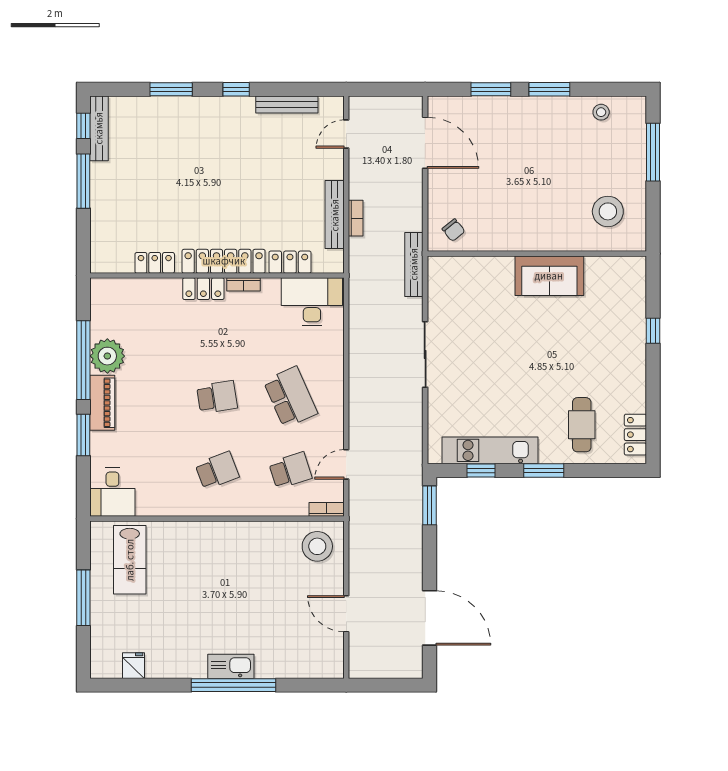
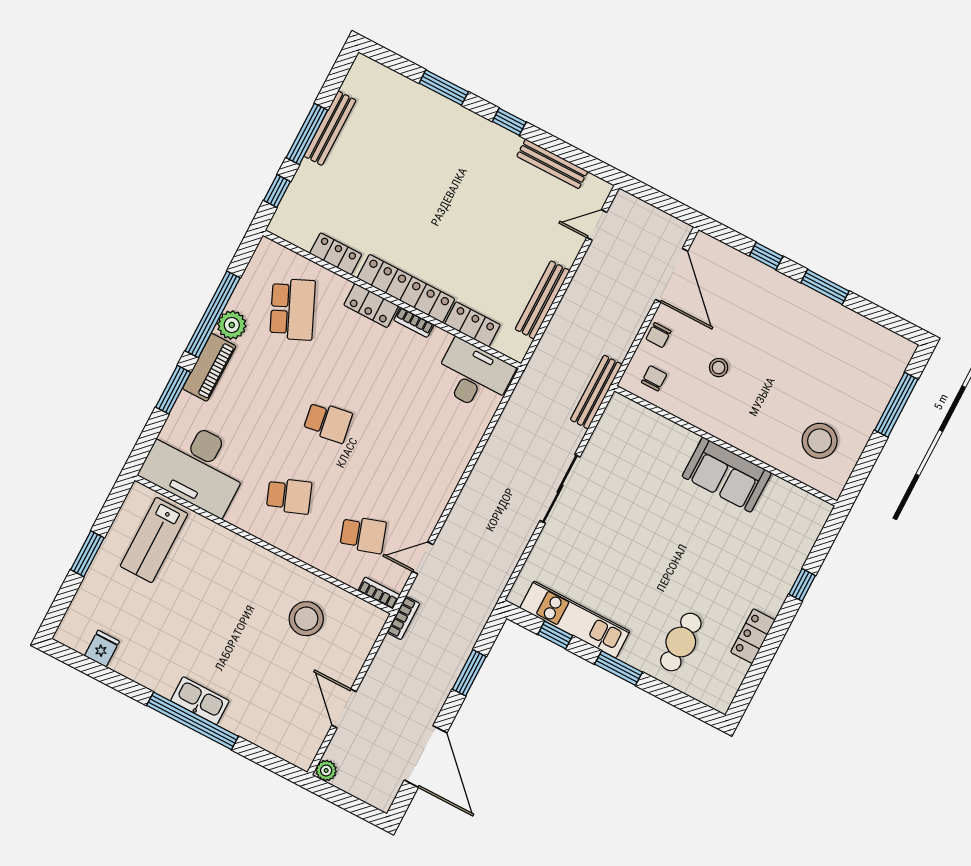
window: (491, 89) -> (766, 256), width x0.67
stool: (601, 112) -> (719, 368), moved
window: (83, 126) -> (277, 191), moved
bench: (99, 128) -> (330, 128), moved
chair: (439, 195) -> (658, 335), added
bookcase: (356, 218) -> (403, 618), moved
chair: (454, 230) -> (654, 378), turned -141
plant: (107, 356) -> (232, 325), width x0.73, depth x0.73
school desk: (290, 397) -> (293, 309), moved
locker: (635, 435) -> (753, 636), moved
desk: (112, 492) -> (196, 466), width x1.87, depth x1.30
window: (430, 505) -> (469, 673), moved
stool: (317, 546) -> (306, 619), moved
window: (83, 598) -> (87, 554), width x0.69
plant: (358, 669) -> (326, 770), added

